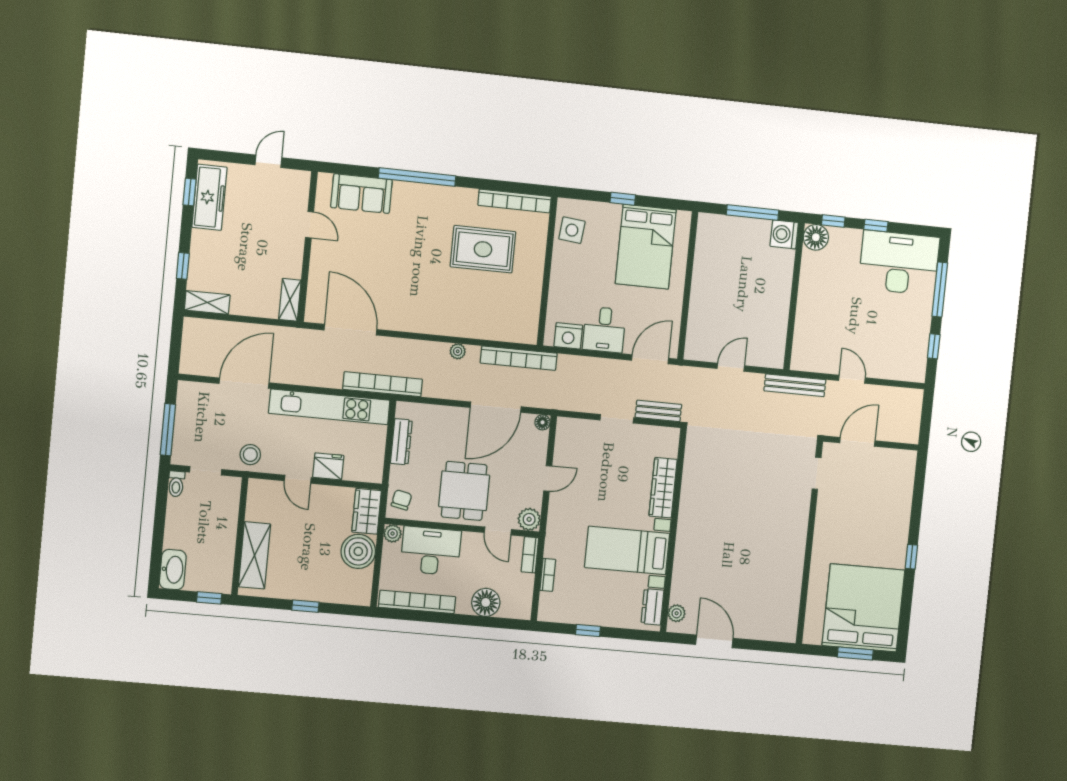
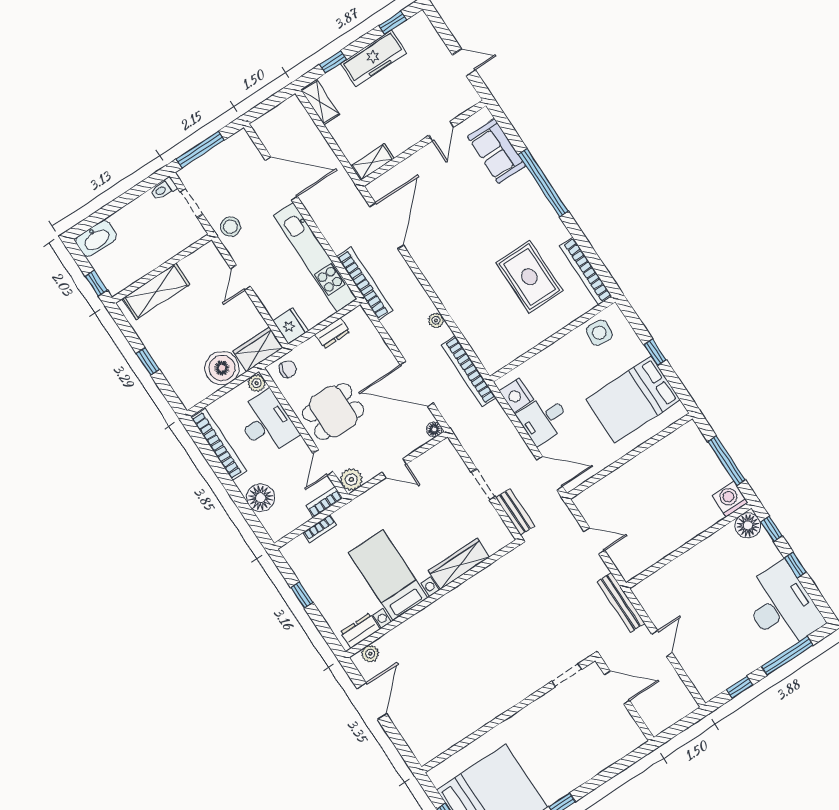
freezer: (209, 197) -> (374, 58), moved
dresser: (401, 442) -> (332, 333), width x0.70
fridge: (328, 466) -> (290, 325), moved

